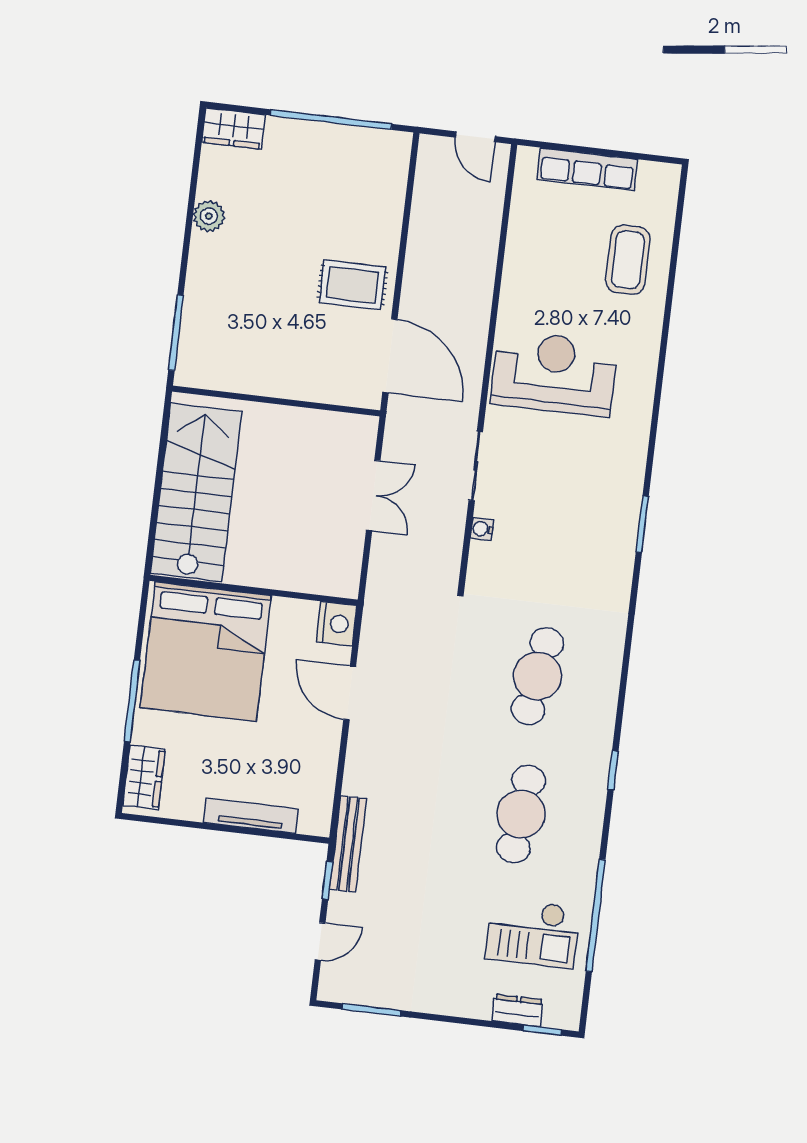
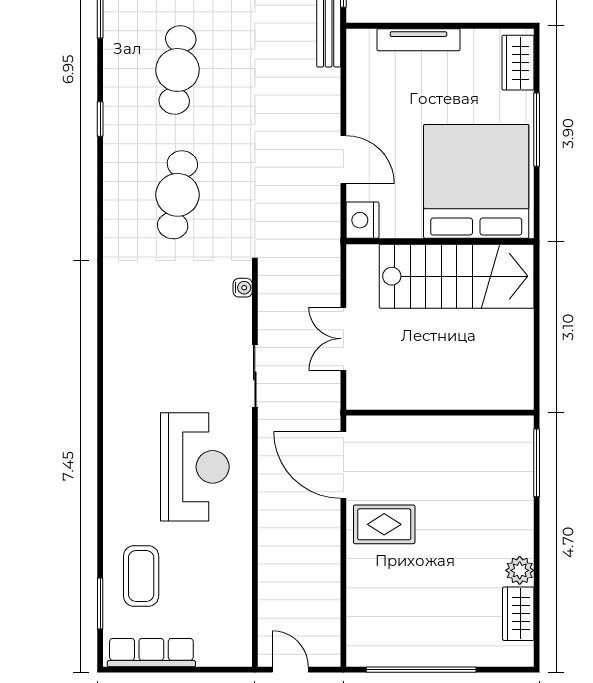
wardrobe: (234, 129) -> (518, 614), moved, turned -90
row of seats: (587, 169) -> (151, 653), moved
reception desk: (554, 373) -> (195, 467), turned -90
stairs: (196, 492) -> (457, 276), moved, turned -90
window: (642, 524) -> (100, 604), moved
water cooler: (482, 529) -> (243, 288), moved

